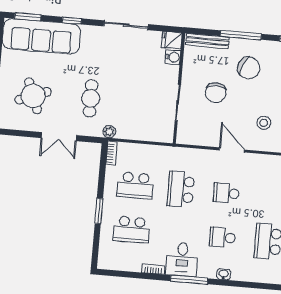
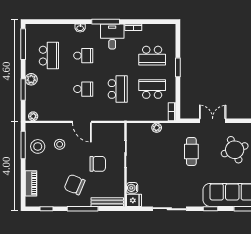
chair: (216, 93) -> (98, 164), turned 88
plant: (109, 132) -> (157, 128), moved
school desk: (132, 230) -> (152, 56), turned 180

